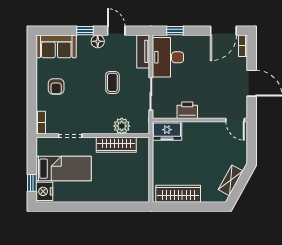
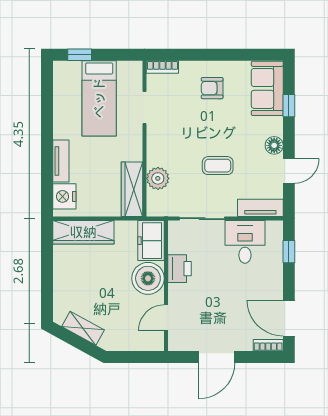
window: (85, 31) -> (289, 106), moved
desk: (168, 57) -> (245, 242), width x0.73
door: (235, 120) -> (166, 318), moved
boiler: (194, 133) -> (148, 278), added
wardrobe: (116, 145) -> (132, 189), moved
nightstand: (44, 191) -> (64, 196), moved, turned -90
wardrobe: (178, 194) -> (83, 232), moved, turned 90
tv unit: (109, 196) -> (61, 161), added

